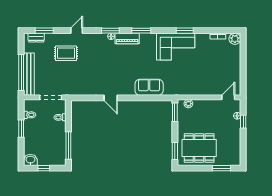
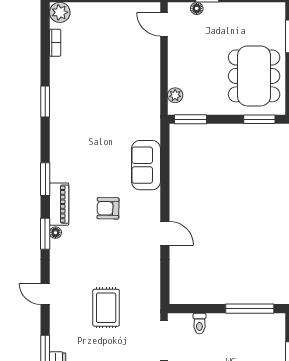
corner sofa: (176, 47) -> (74, 118), removed
rug: (66, 53) -> (106, 308), moved
armchair: (125, 66) -> (108, 208), added
door: (111, 98) -> (165, 233), hinge flipped

